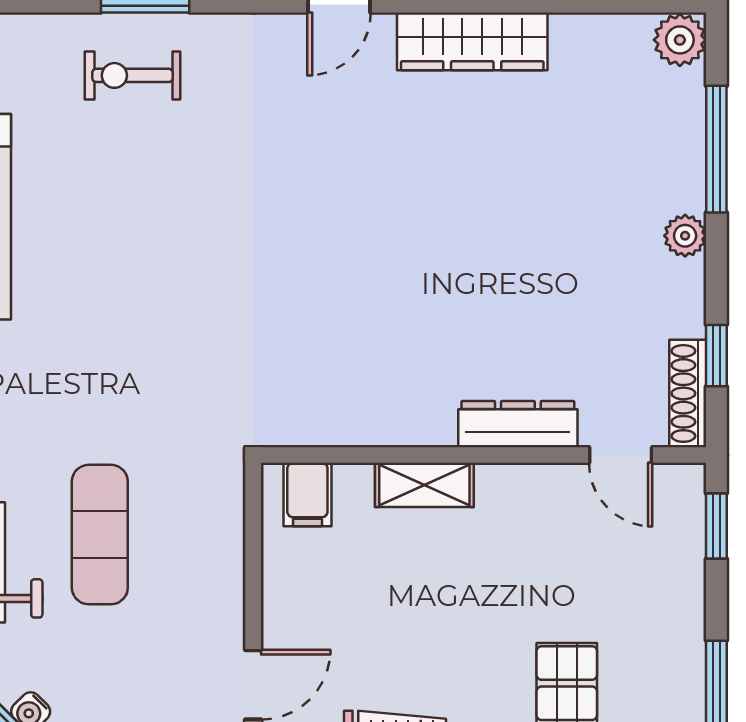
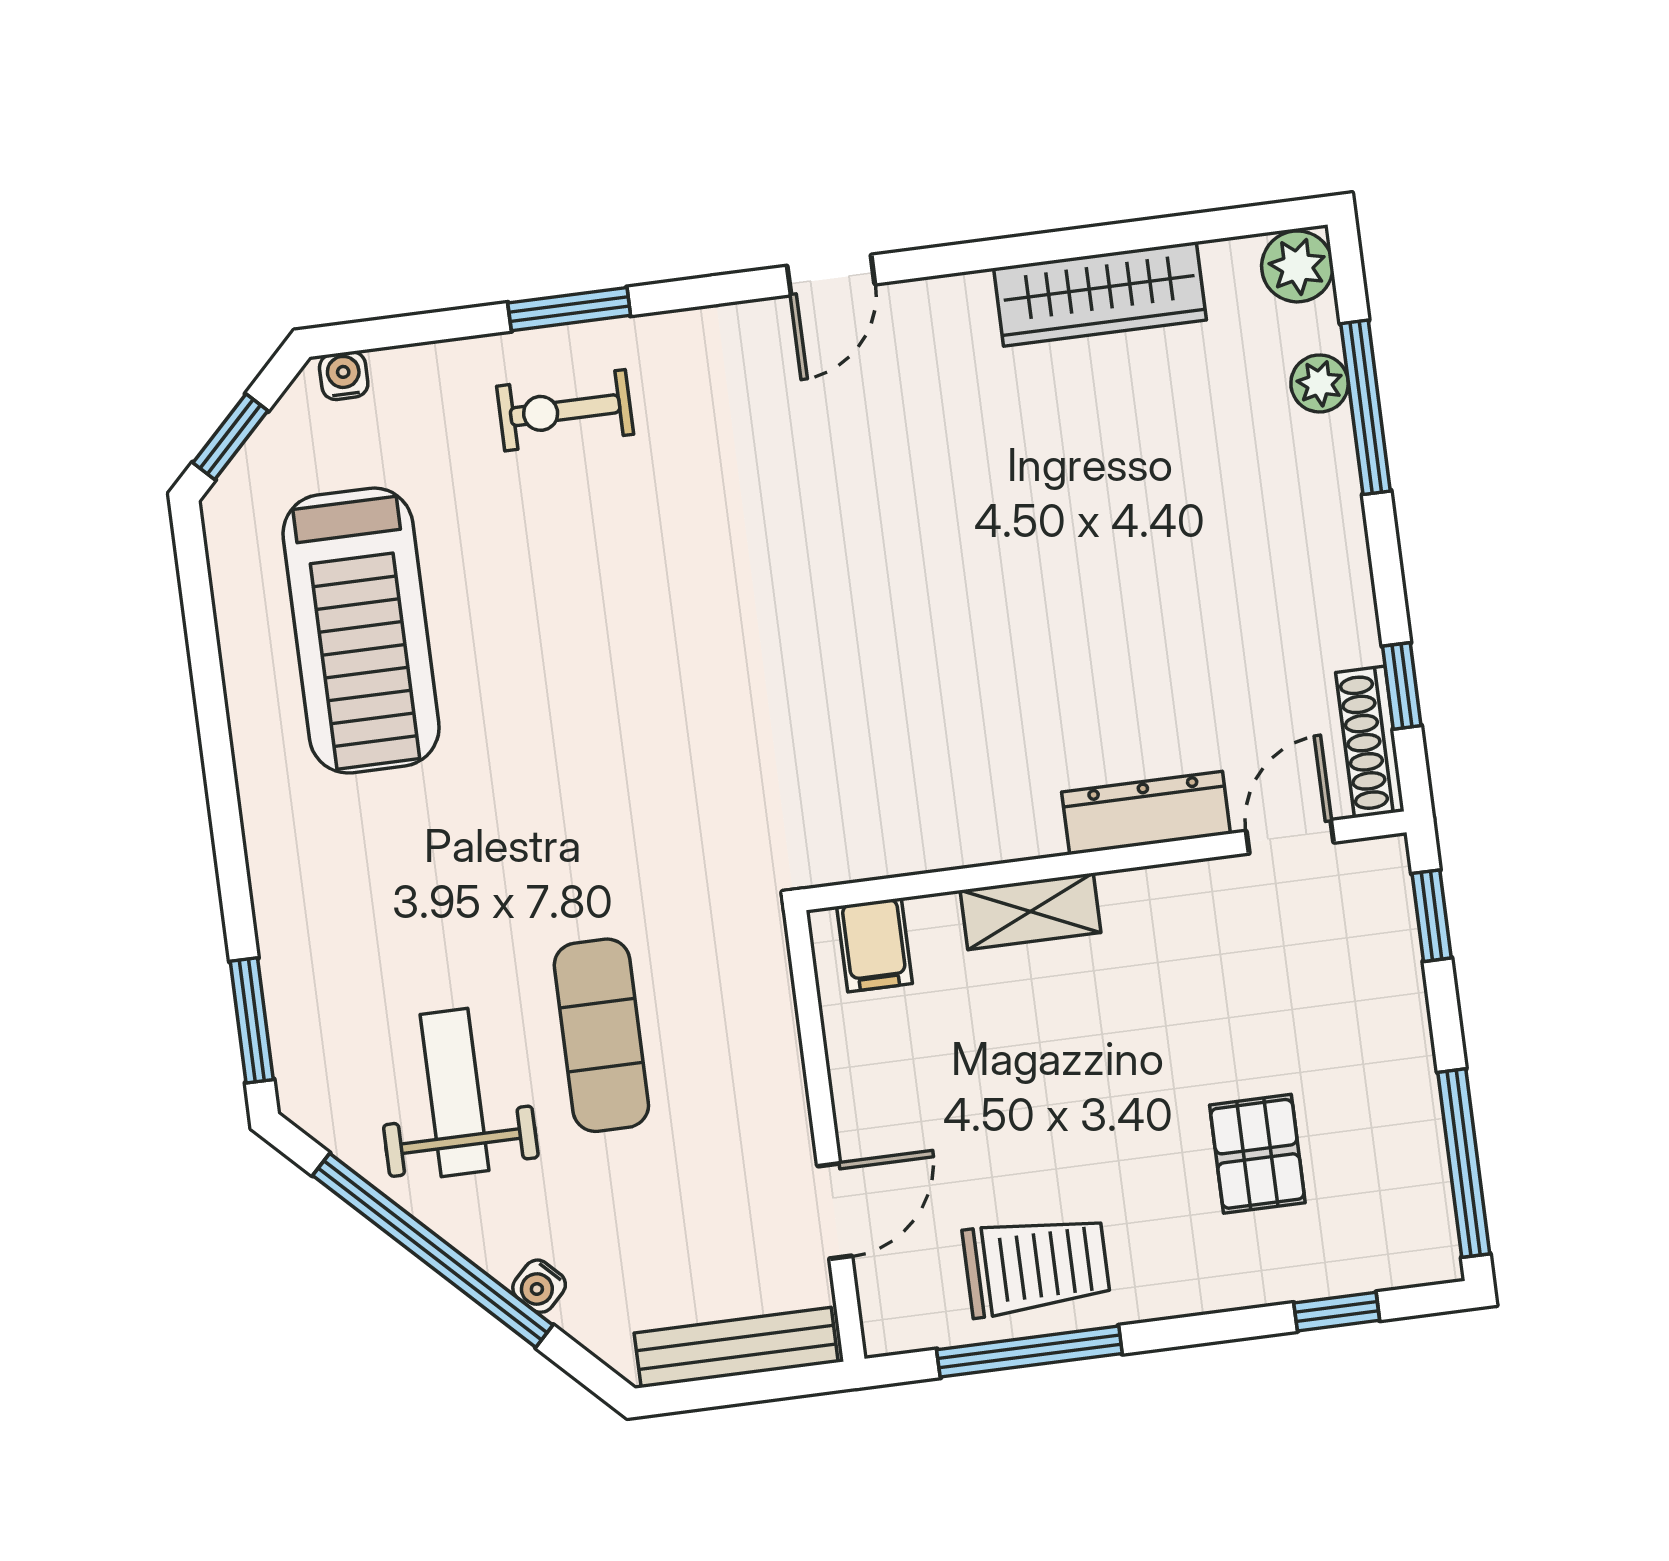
wardrobe: (472, 41) -> (1100, 294), moved
plant: (685, 236) -> (1320, 383), moved
door: (621, 455) -> (1290, 837), swing flipped

